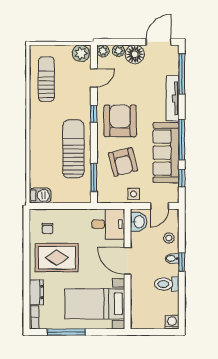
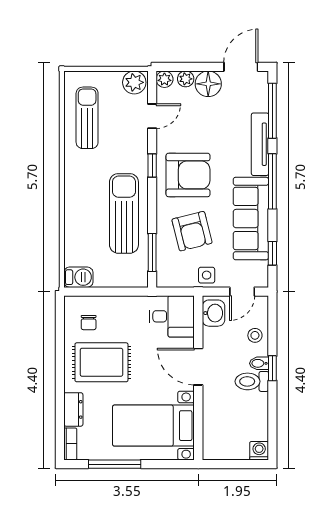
armchair: (120, 121) -> (188, 175), turned 90
window: (182, 139) -> (272, 181), moved
toilet: (167, 284) -> (252, 381), moved

